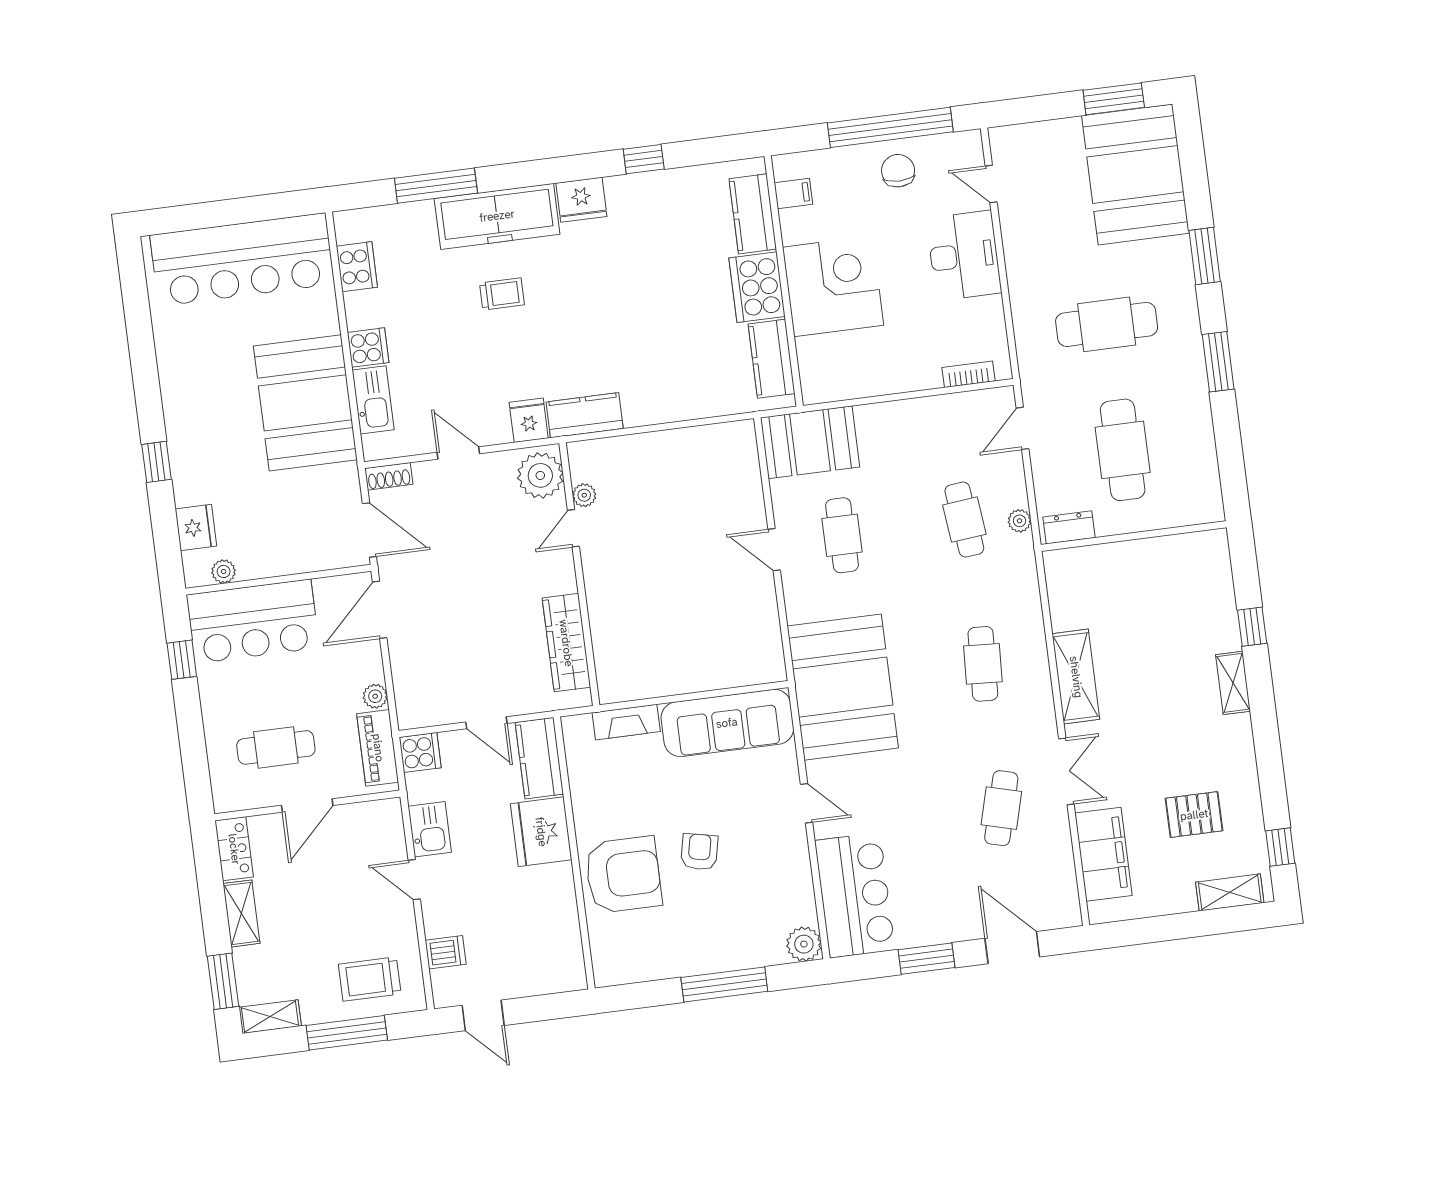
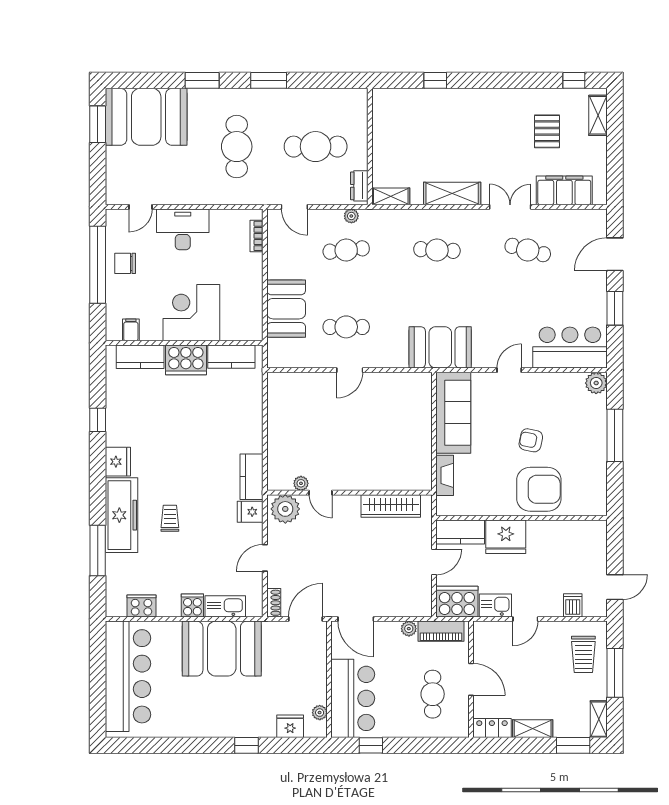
booth: (810, 442) -> (286, 309), moved
shelving: (1233, 683) -> (391, 196), moved
booth: (843, 687) -> (440, 347), width x0.73, depth x0.70
cooker: (420, 752) -> (457, 602), width x1.87, depth x1.31
armchair: (623, 875) -> (539, 489), turned 90

